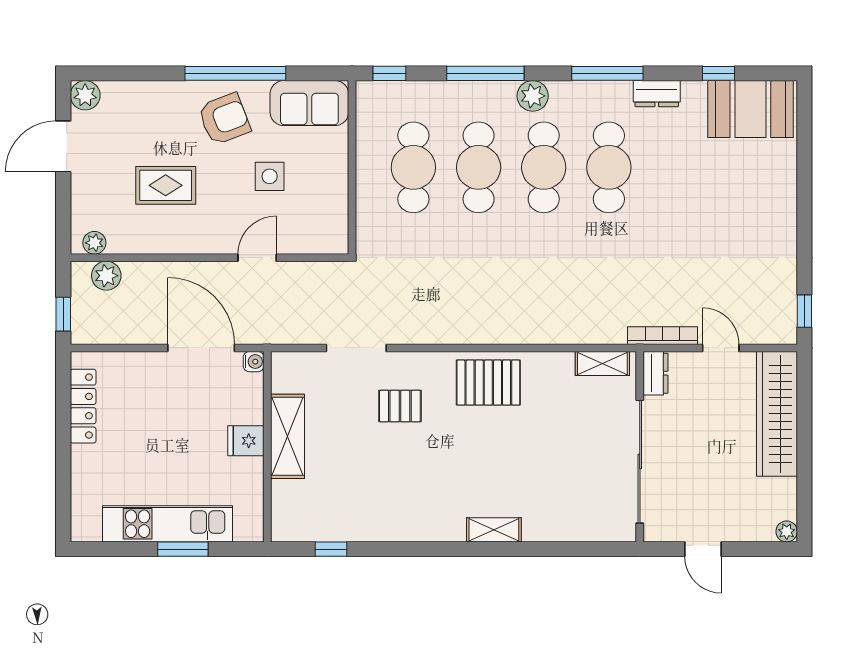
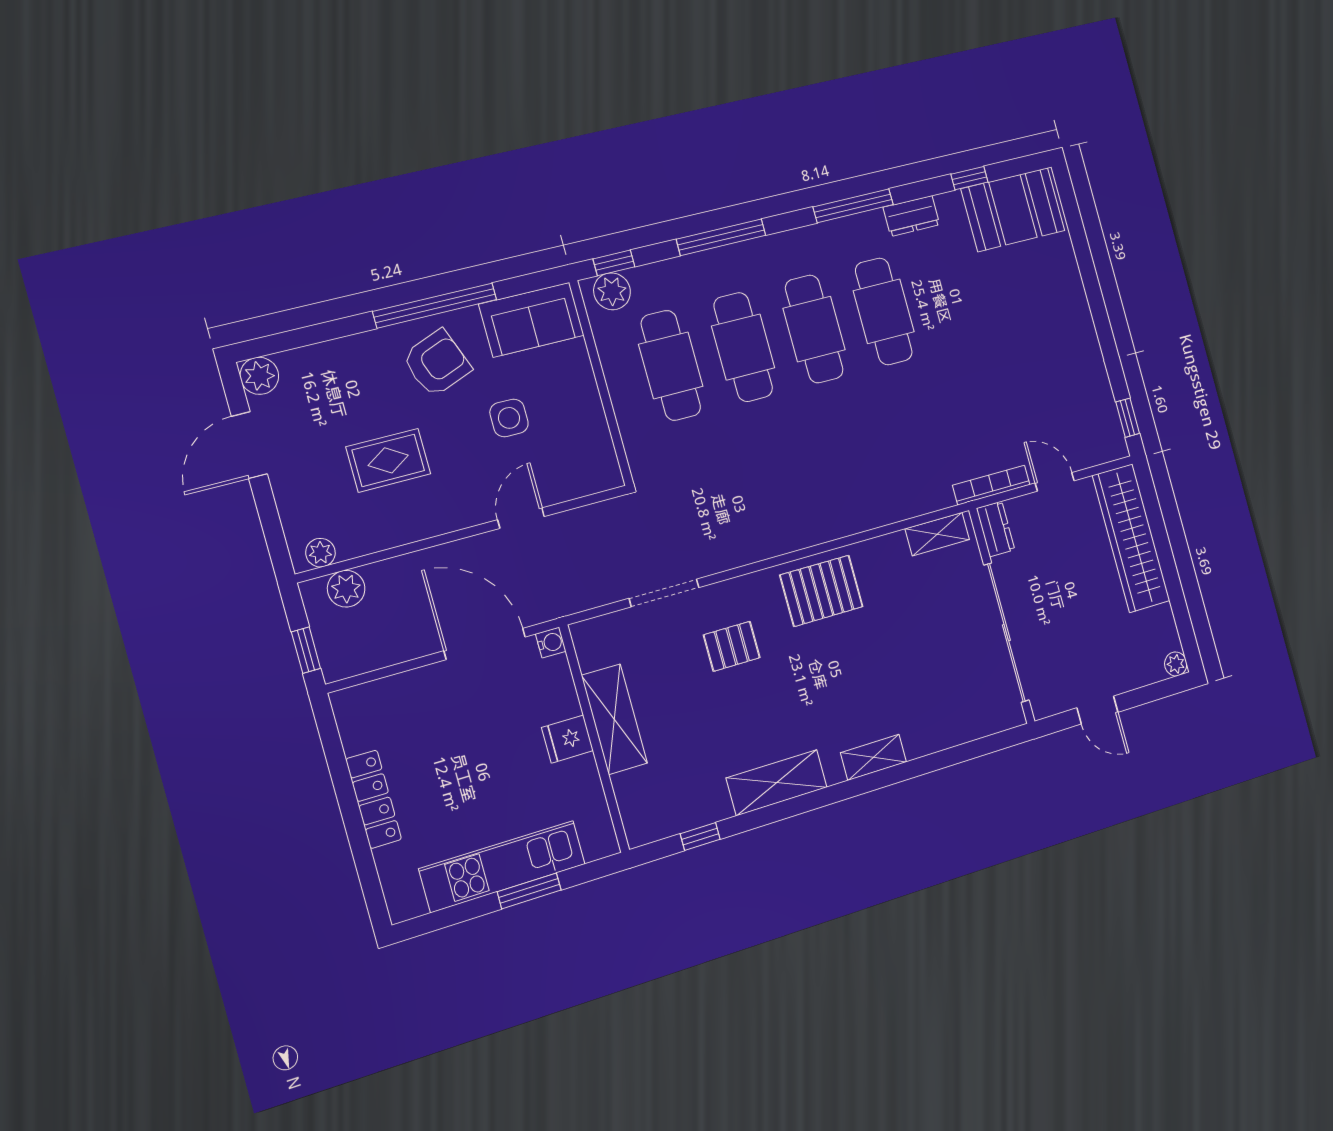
plant: (533, 96) -> (612, 291), moved
locker: (83, 406) -> (374, 799), moved
shelving: (406, 526) -> (777, 783), added

